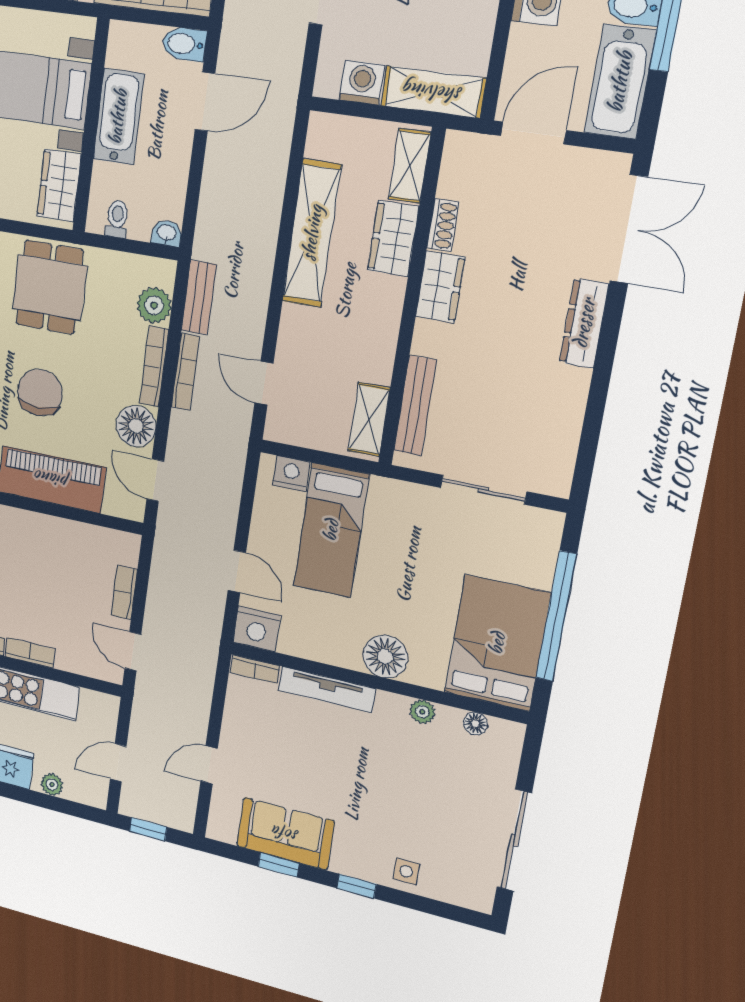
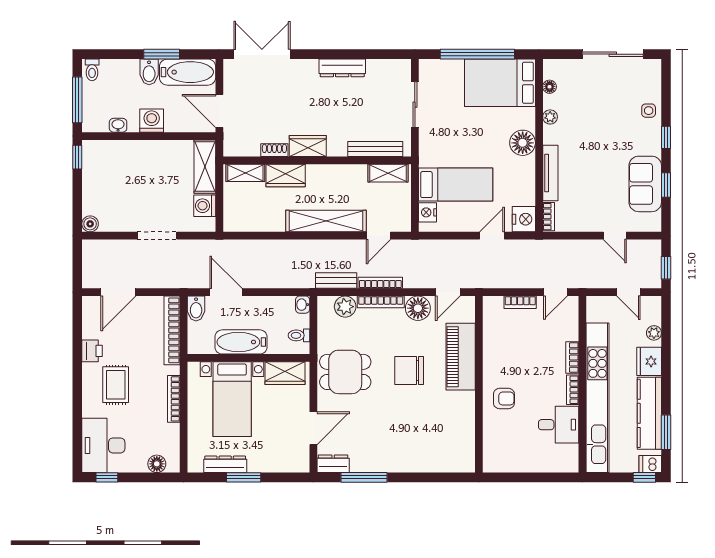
shelving: (312, 233) -> (326, 221), moved
dresser: (584, 323) -> (342, 68), moved

